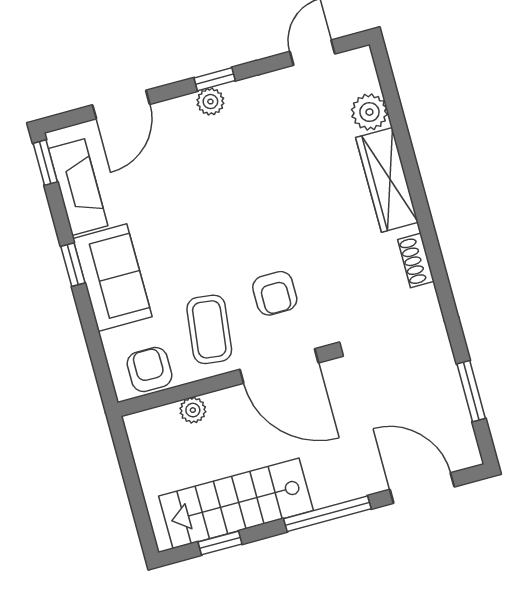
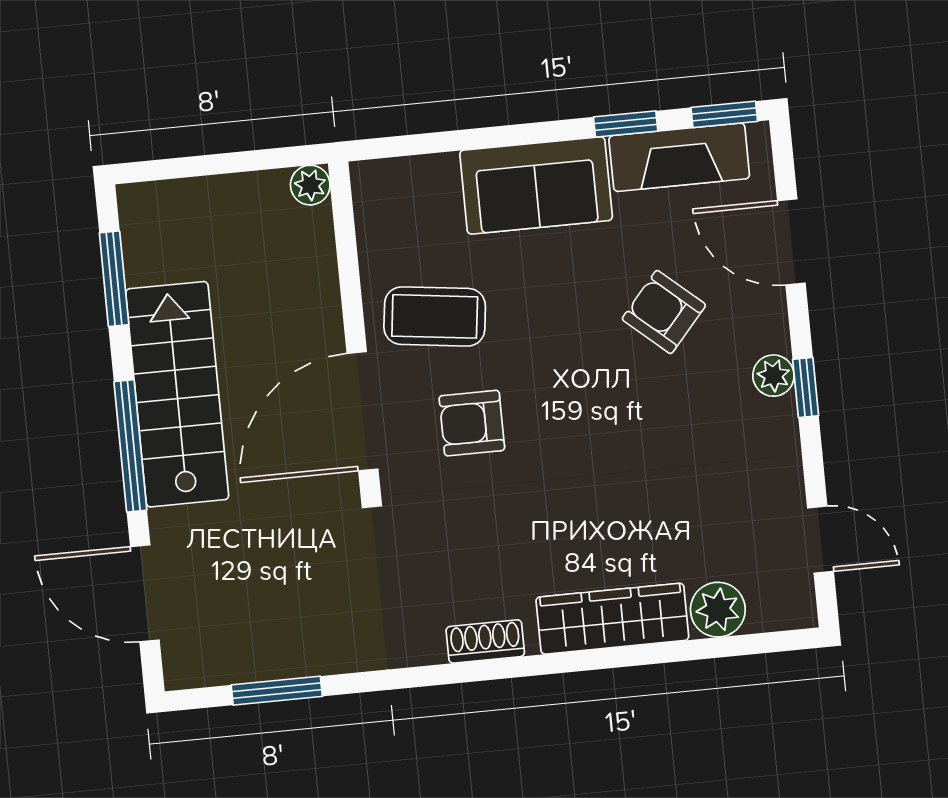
window: (73, 265) -> (626, 124), moved
armchair: (149, 369) -> (664, 312), moved, turned -139
plant: (193, 410) -> (310, 185), moved
door: (422, 488) -> (145, 593), swing flipped
stairs: (236, 503) -> (177, 394), moved
window: (220, 543) -> (114, 279), width x1.50

